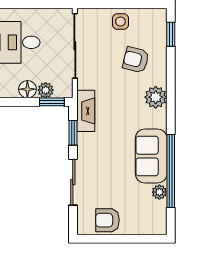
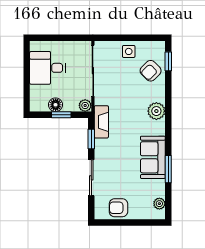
armchair: (136, 60) -> (151, 71), moved, turned -59
plant: (46, 90) -> (85, 105), moved
window: (52, 102) -> (61, 115), moved
window: (171, 171) -> (168, 169), width x0.47
plant: (159, 192) -> (159, 204), moved

